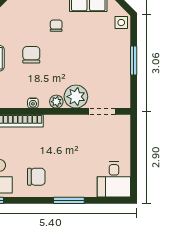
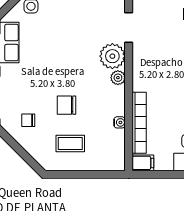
chair: (56, 26) -> (28, 120), moved
water cooler: (33, 103) -> (120, 122), moved

